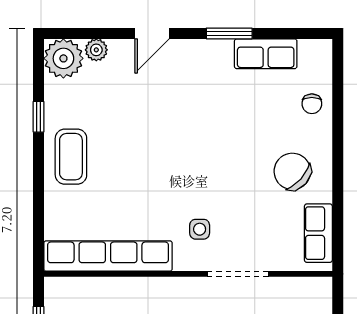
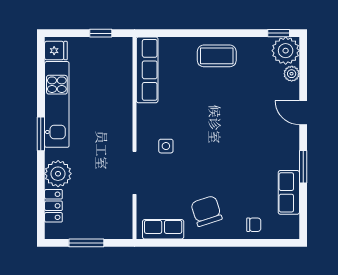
chair: (312, 104) -> (254, 225), turned 180
window: (38, 117) -> (279, 33), moved
chair: (292, 171) -> (206, 211), turned -60
row of seats: (108, 256) -> (147, 70), width x0.73

